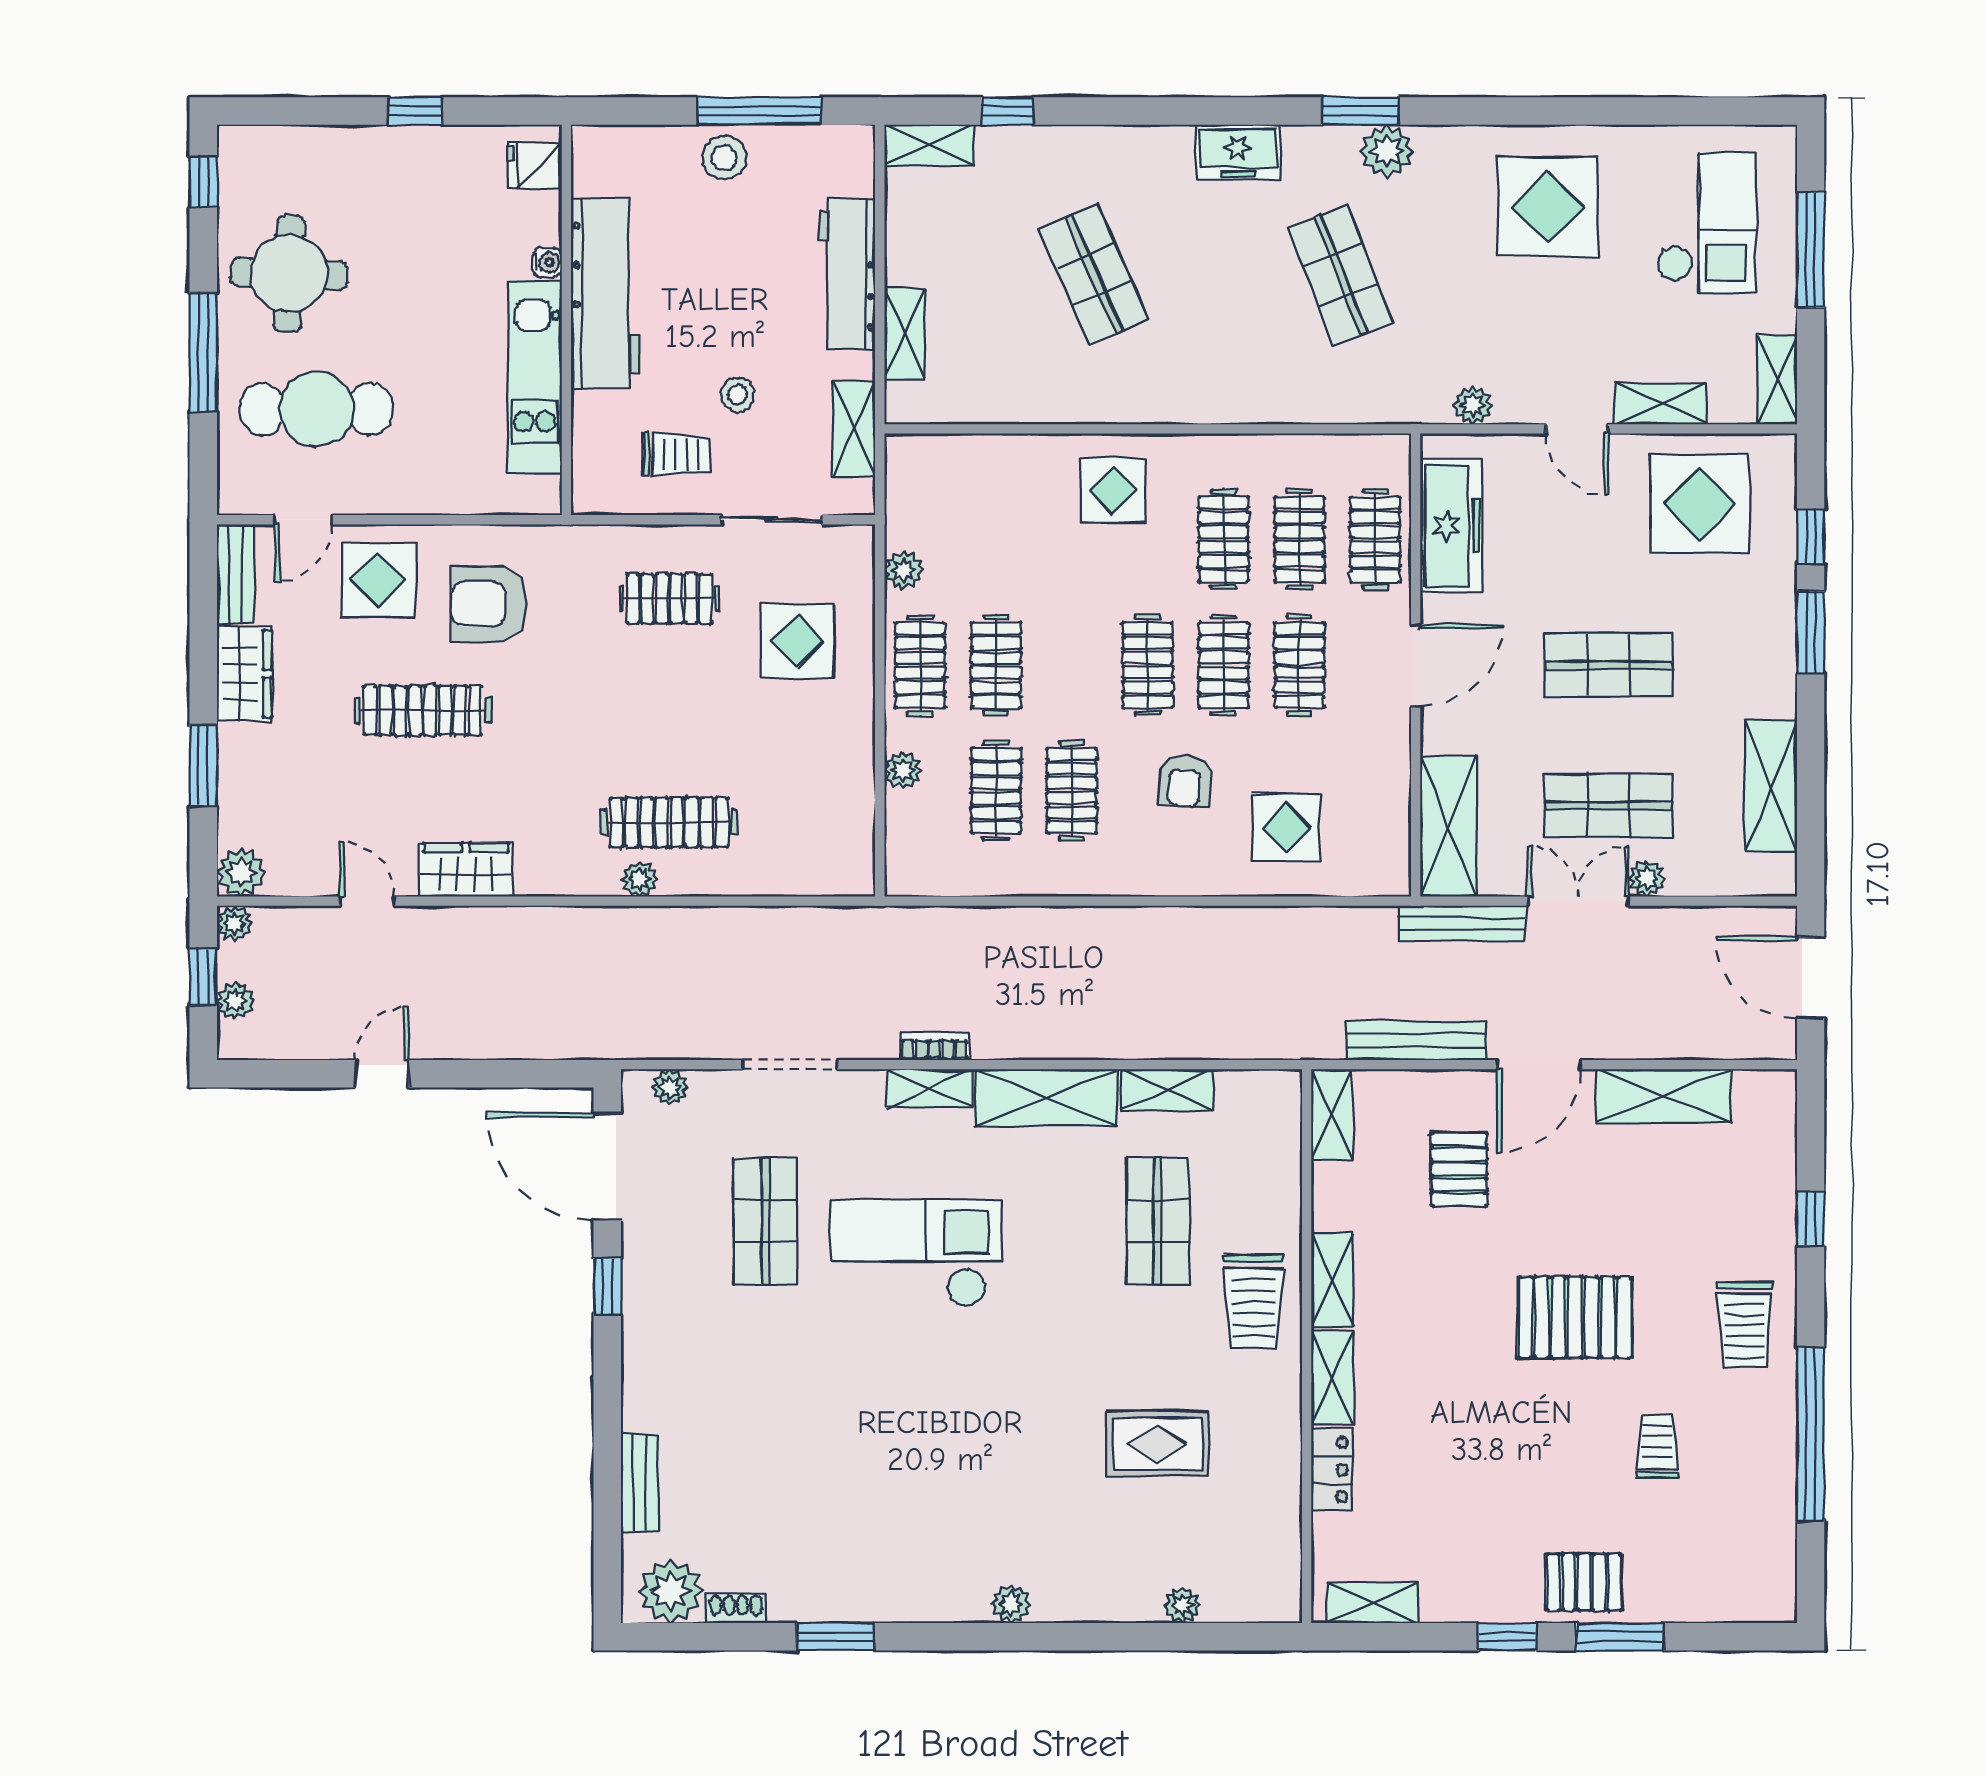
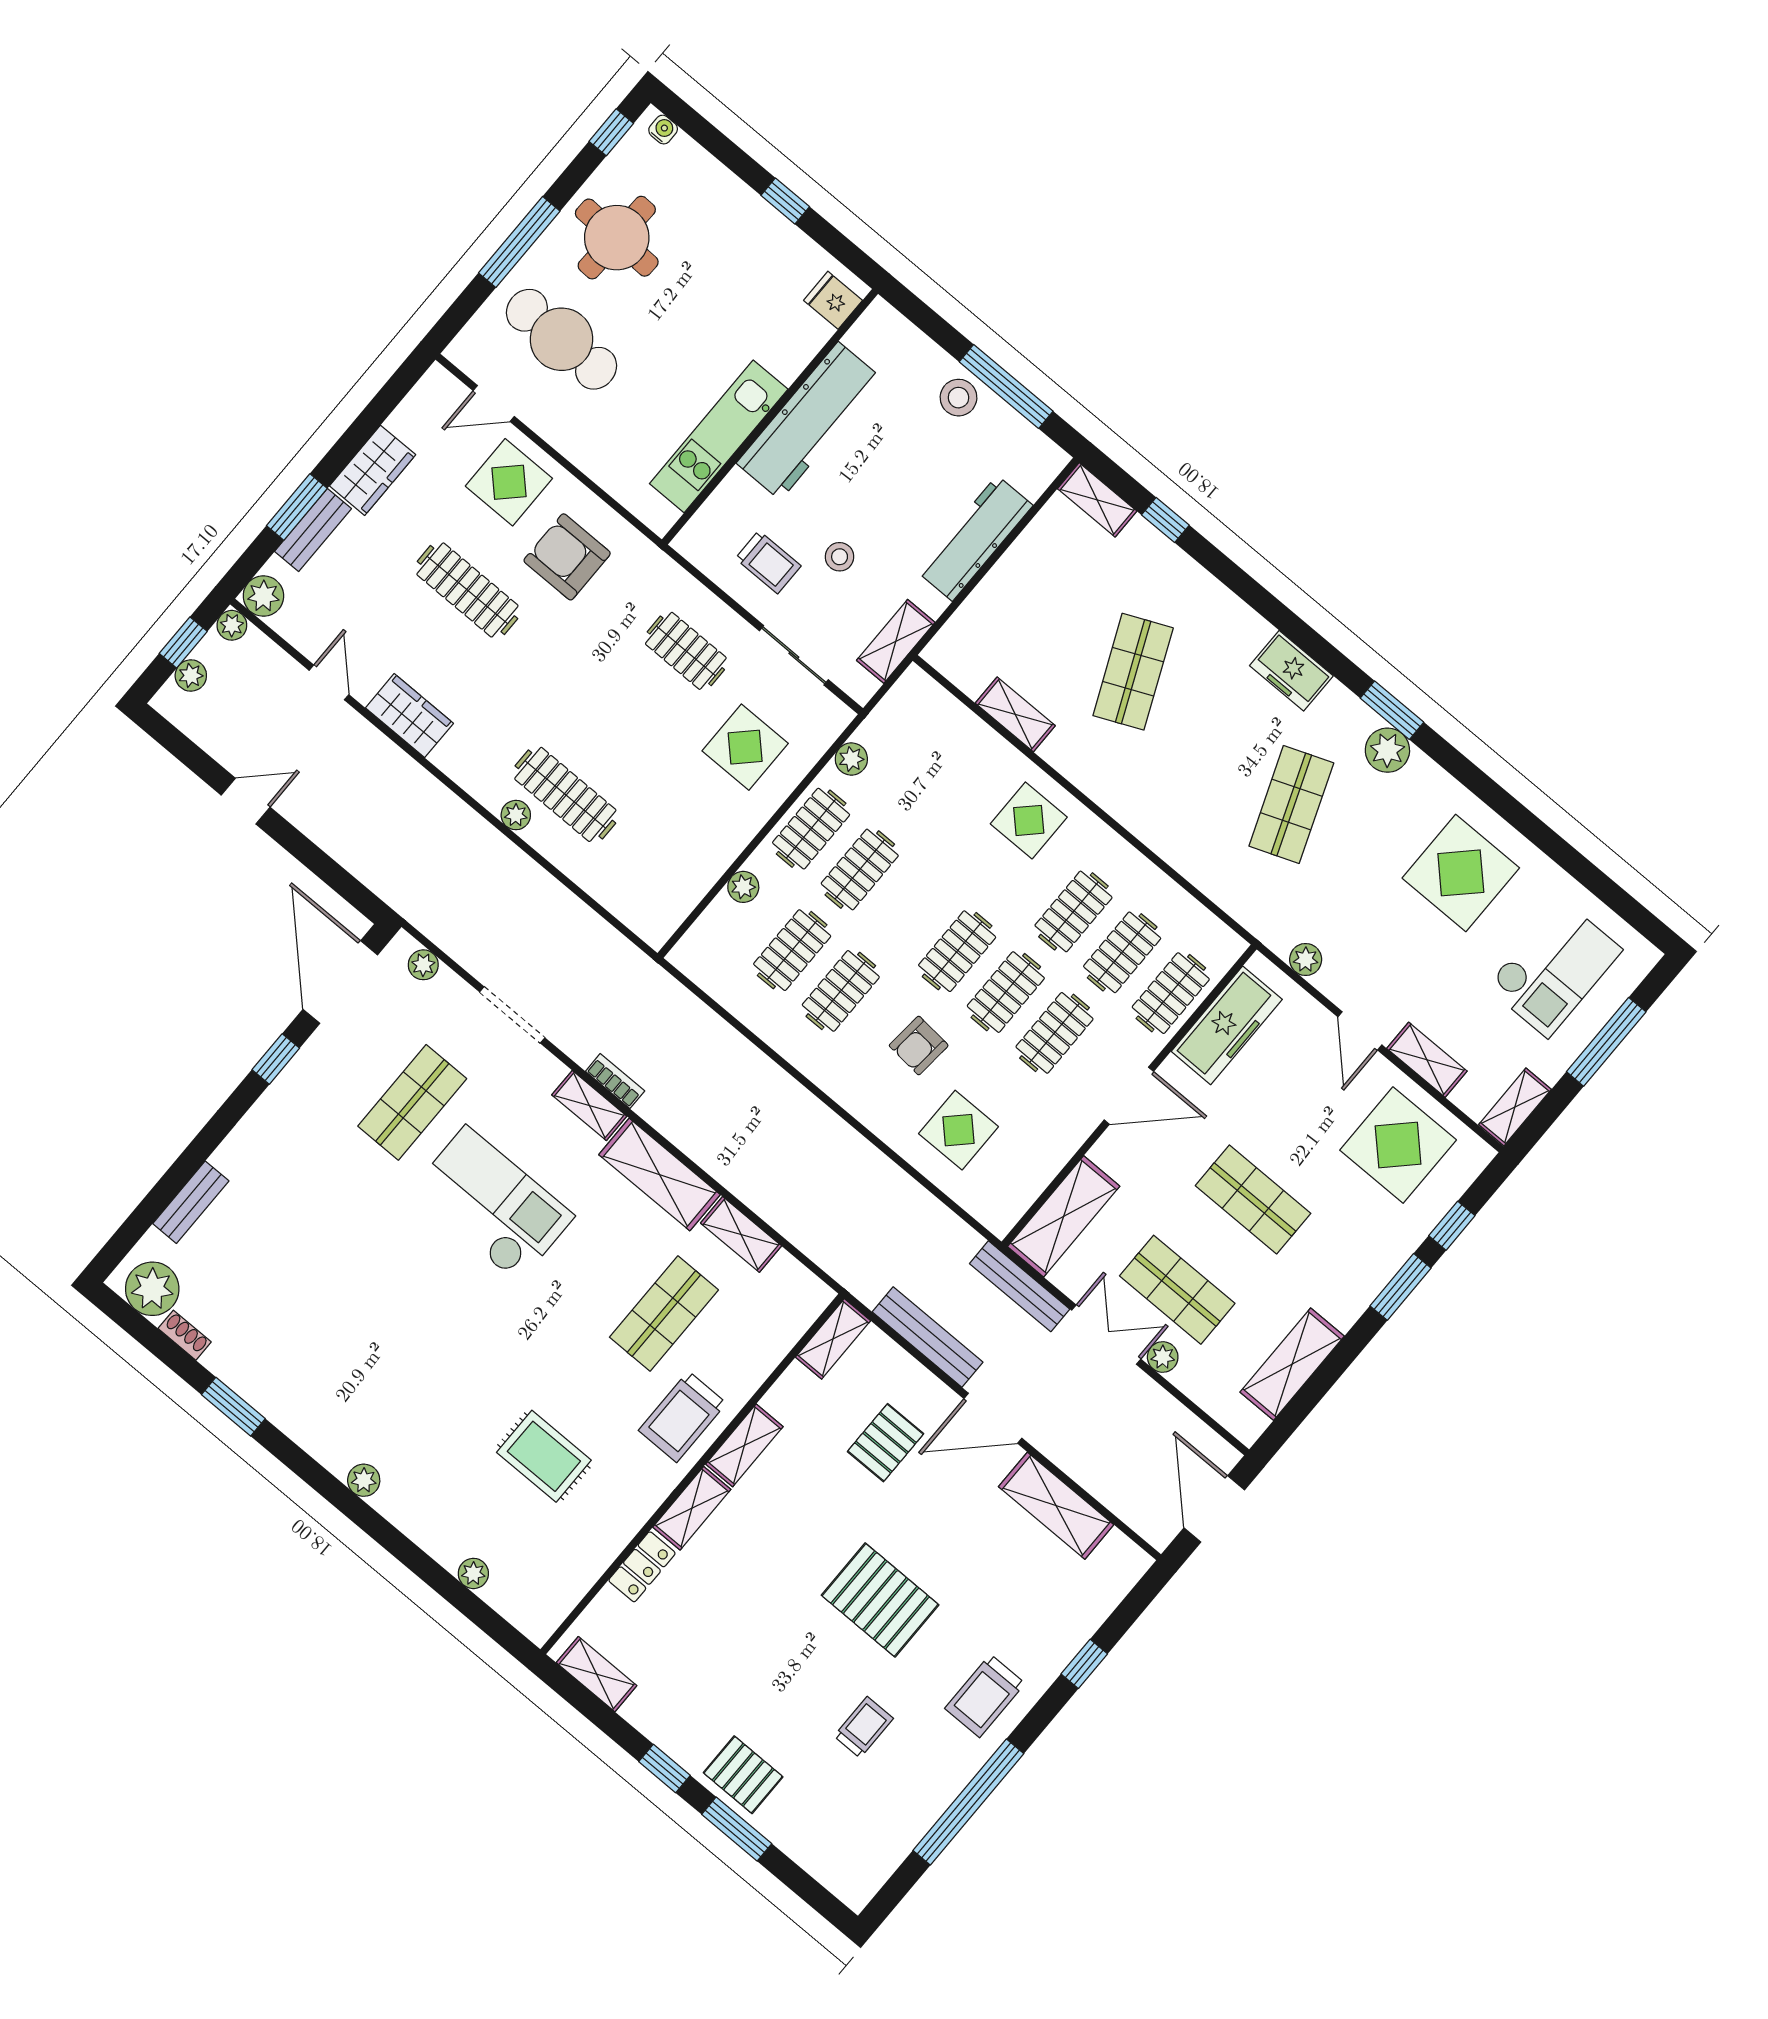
water cooler: (547, 262) -> (663, 130), moved, turned -90
shelving: (905, 334) -> (1015, 714), moved, turned 90
bench: (236, 574) -> (313, 530), moved

